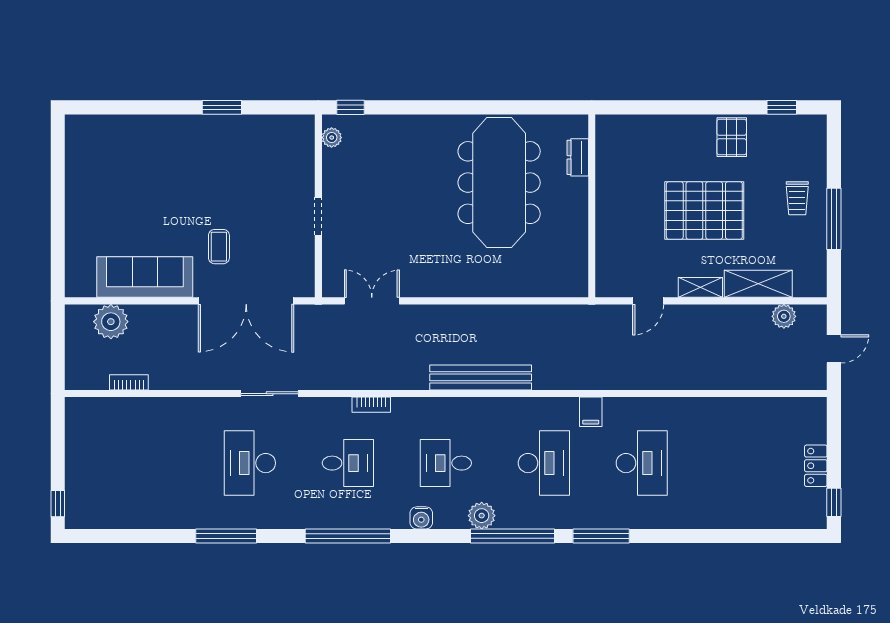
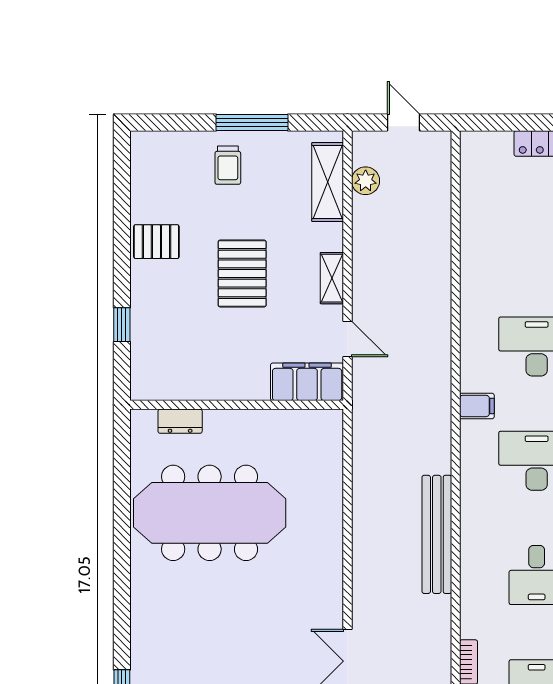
window: (782, 107) -> (122, 325), moved
trolley: (797, 198) -> (228, 165), turned 90
pallet: (704, 210) -> (242, 274), width x0.73, depth x0.71
filing cabinet: (611, 266) -> (307, 382), added
shelving: (758, 284) -> (328, 182), moved

